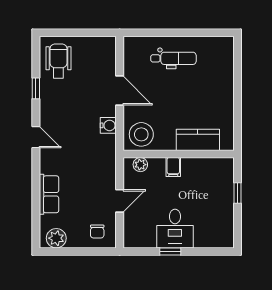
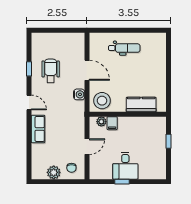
wheelchair: (58, 61) -> (51, 71), moved
filing cabinet: (173, 167) -> (112, 123), moved
row of seats: (49, 194) -> (38, 129), moved
plant: (56, 238) -> (54, 172), moved

